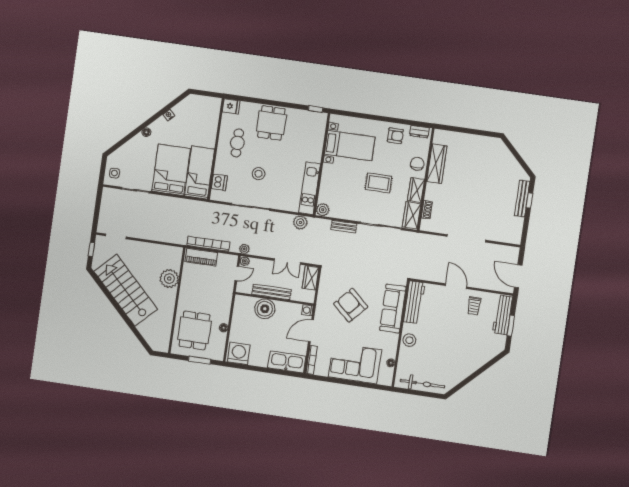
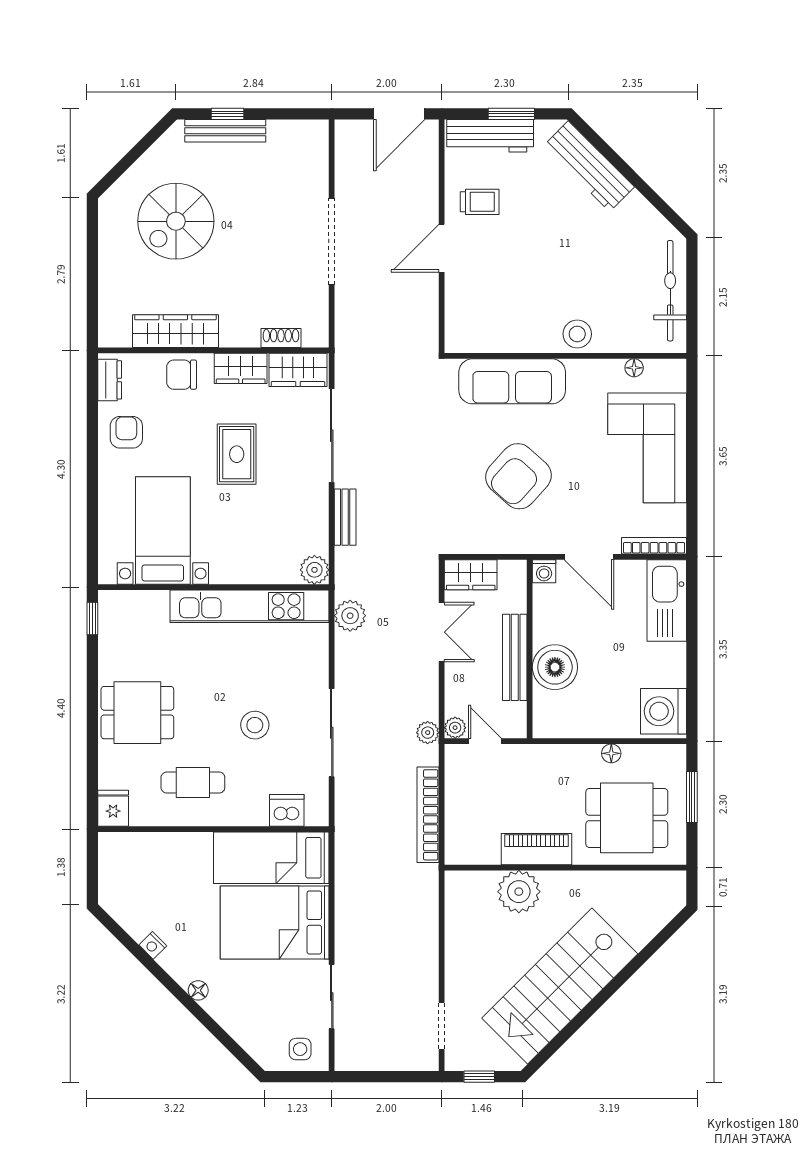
spiral stairs: (485, 171) -> (176, 221), added
kitchen unit: (310, 188) -> (250, 606), width x1.36
piano: (201, 257) -> (536, 849), moved, turned -90
workbench: (414, 302) -> (589, 166), moved, turned -135

